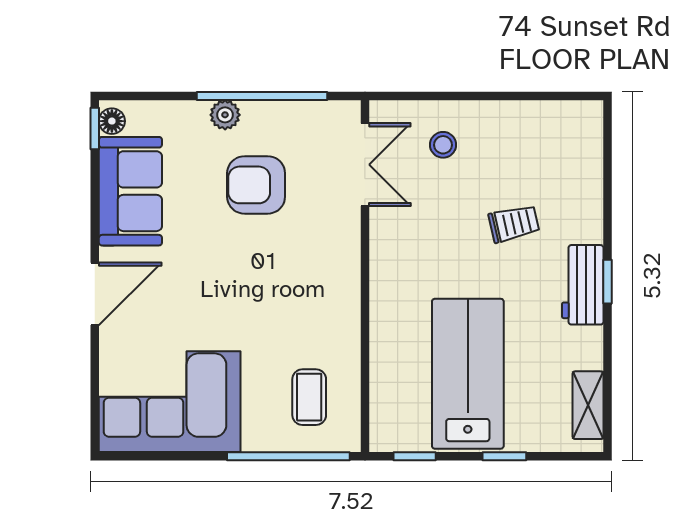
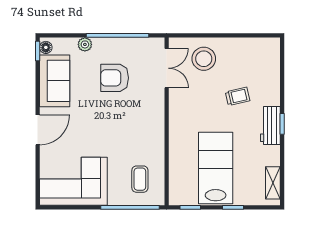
plant: (225, 115) -> (85, 44), moved
stool: (443, 145) -> (204, 59), width x1.89, depth x1.89

